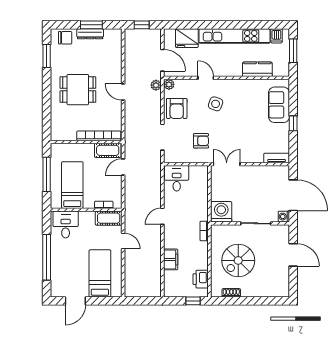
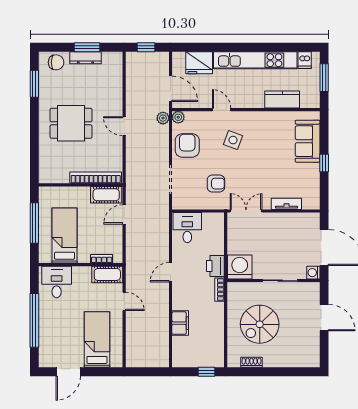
armchair: (177, 108) -> (187, 145), turned 180
tv unit: (277, 158) -> (286, 204), moved
printer: (201, 279) -> (215, 266), moved

